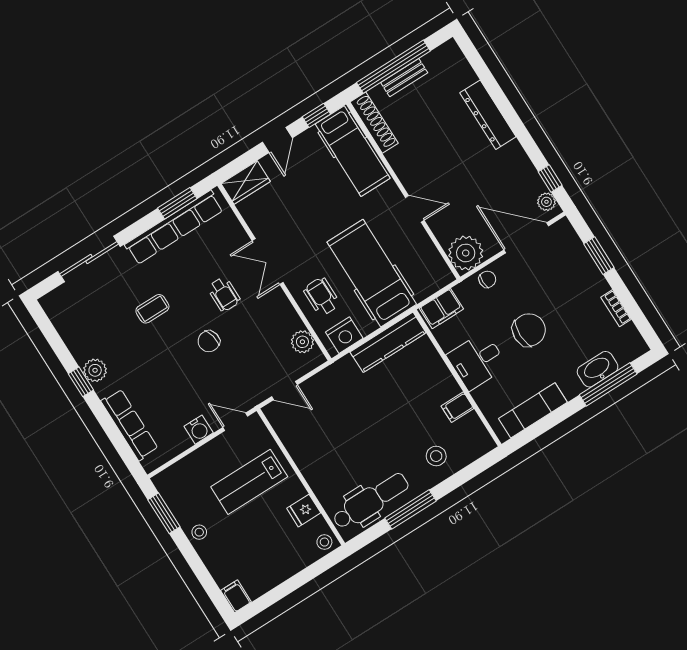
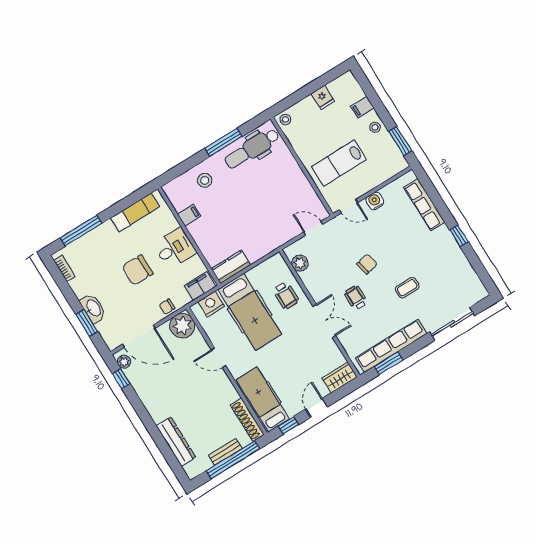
dresser: (488, 115) -> (176, 442), moved
bookcase: (616, 308) -> (64, 268), moved
nightstand: (344, 335) -> (211, 304), moved
kitchen counter: (388, 342) -> (231, 267), width x0.67
washbasin: (598, 369) -> (93, 308), moved, turned -90
plant: (95, 370) -> (449, 244), removed
lab bench: (249, 482) -> (339, 163), turned 180
fridge: (304, 511) -> (323, 97), moved, turned 90
filing cabinet: (236, 596) -> (362, 107), moved, turned 90

